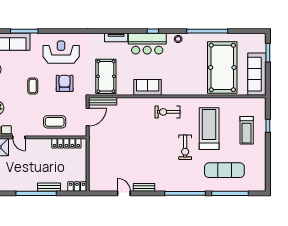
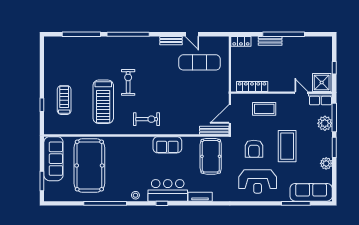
coffee table: (33, 86) -> (287, 146), width x1.86, depth x1.72
exercise mat: (224, 170) -> (200, 62), moved

